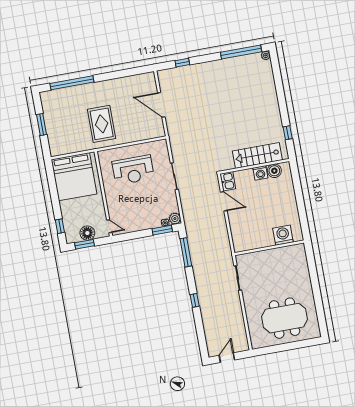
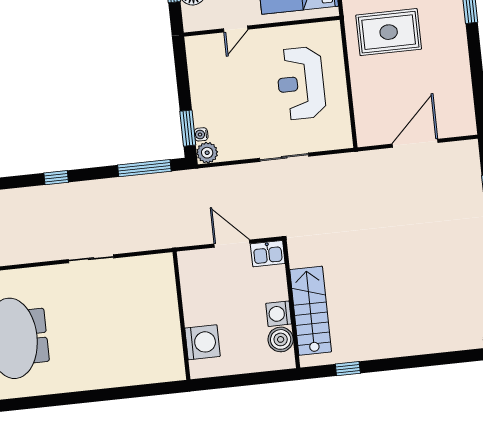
door: (224, 201) -> (232, 244), swing flipped
door: (109, 226) -> (236, 29), moved
washing machine: (283, 235) -> (202, 342), moved
wall: (269, 248) -> (182, 316), moved

